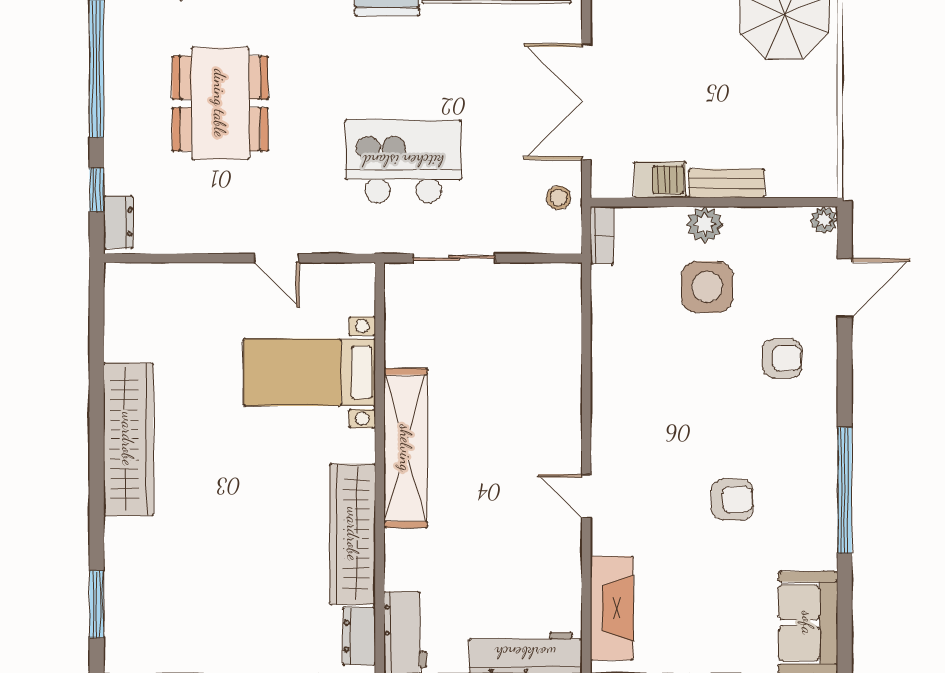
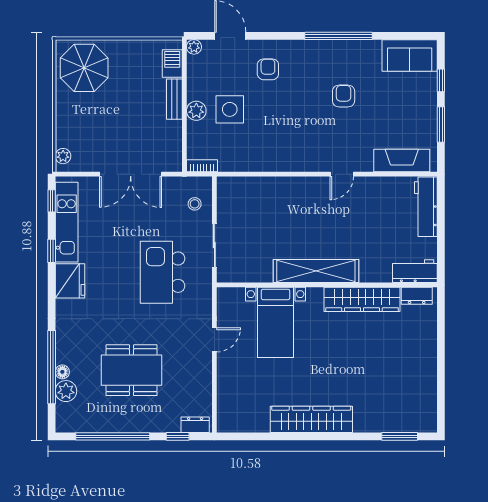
barbecue: (660, 180) -> (172, 63), moved
stool: (559, 198) -> (195, 204), moved

